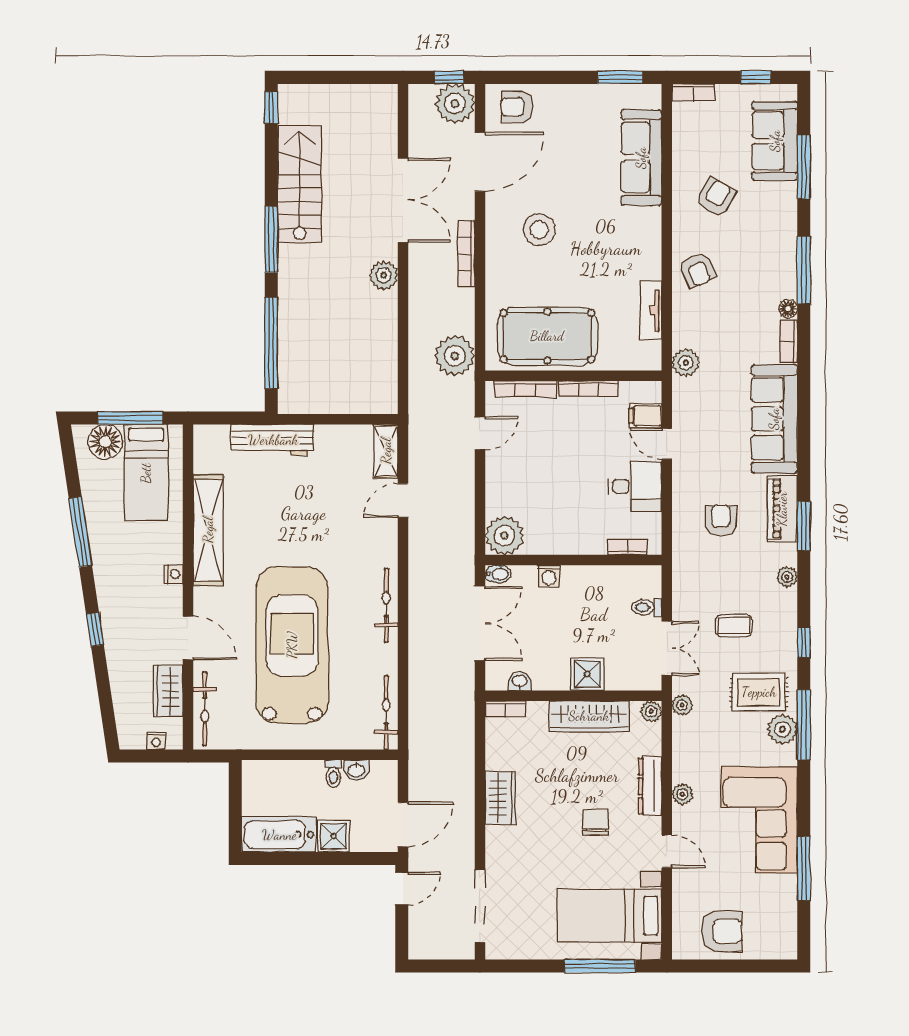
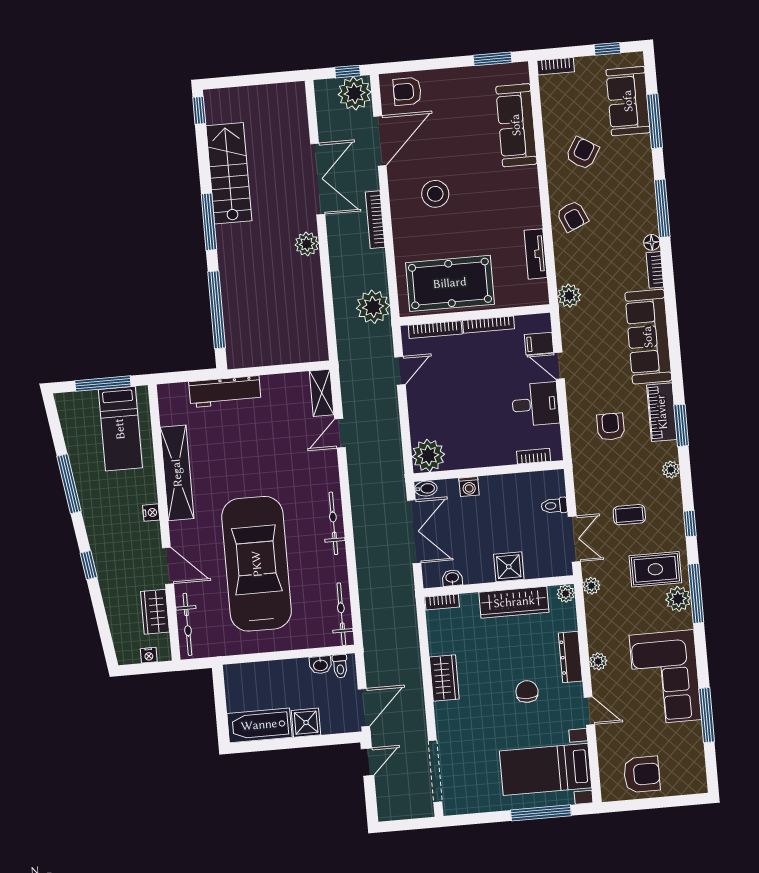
floor lamp: (105, 442) -> (83, 405), removed
toilet: (333, 774) -> (340, 666), moved

